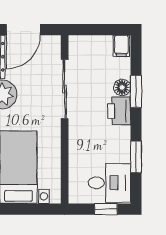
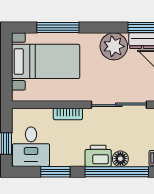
window: (136, 91) -> (117, 172), width x2.11
bookcase: (74, 143) -> (68, 114), added

